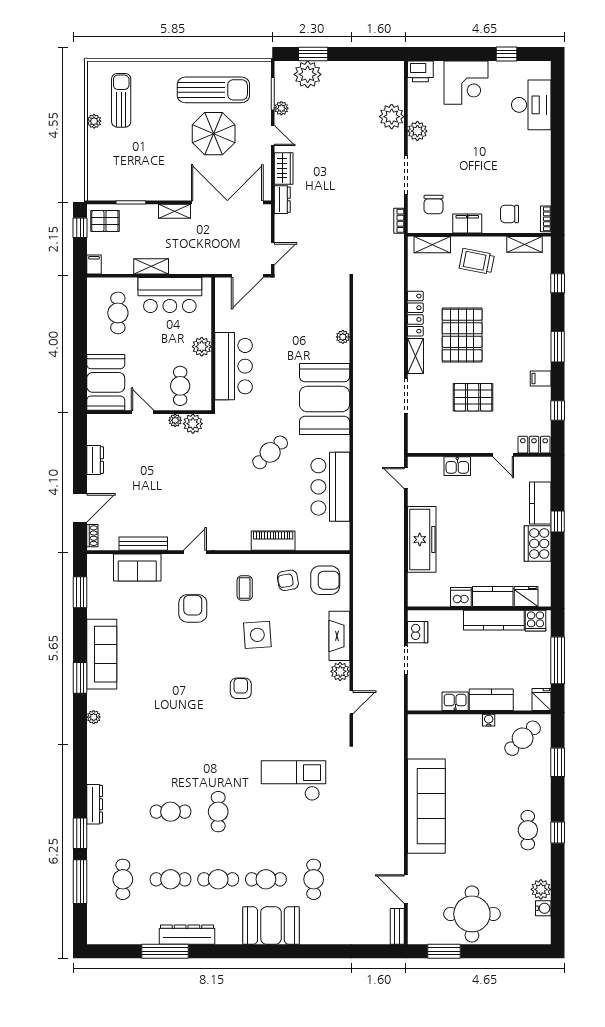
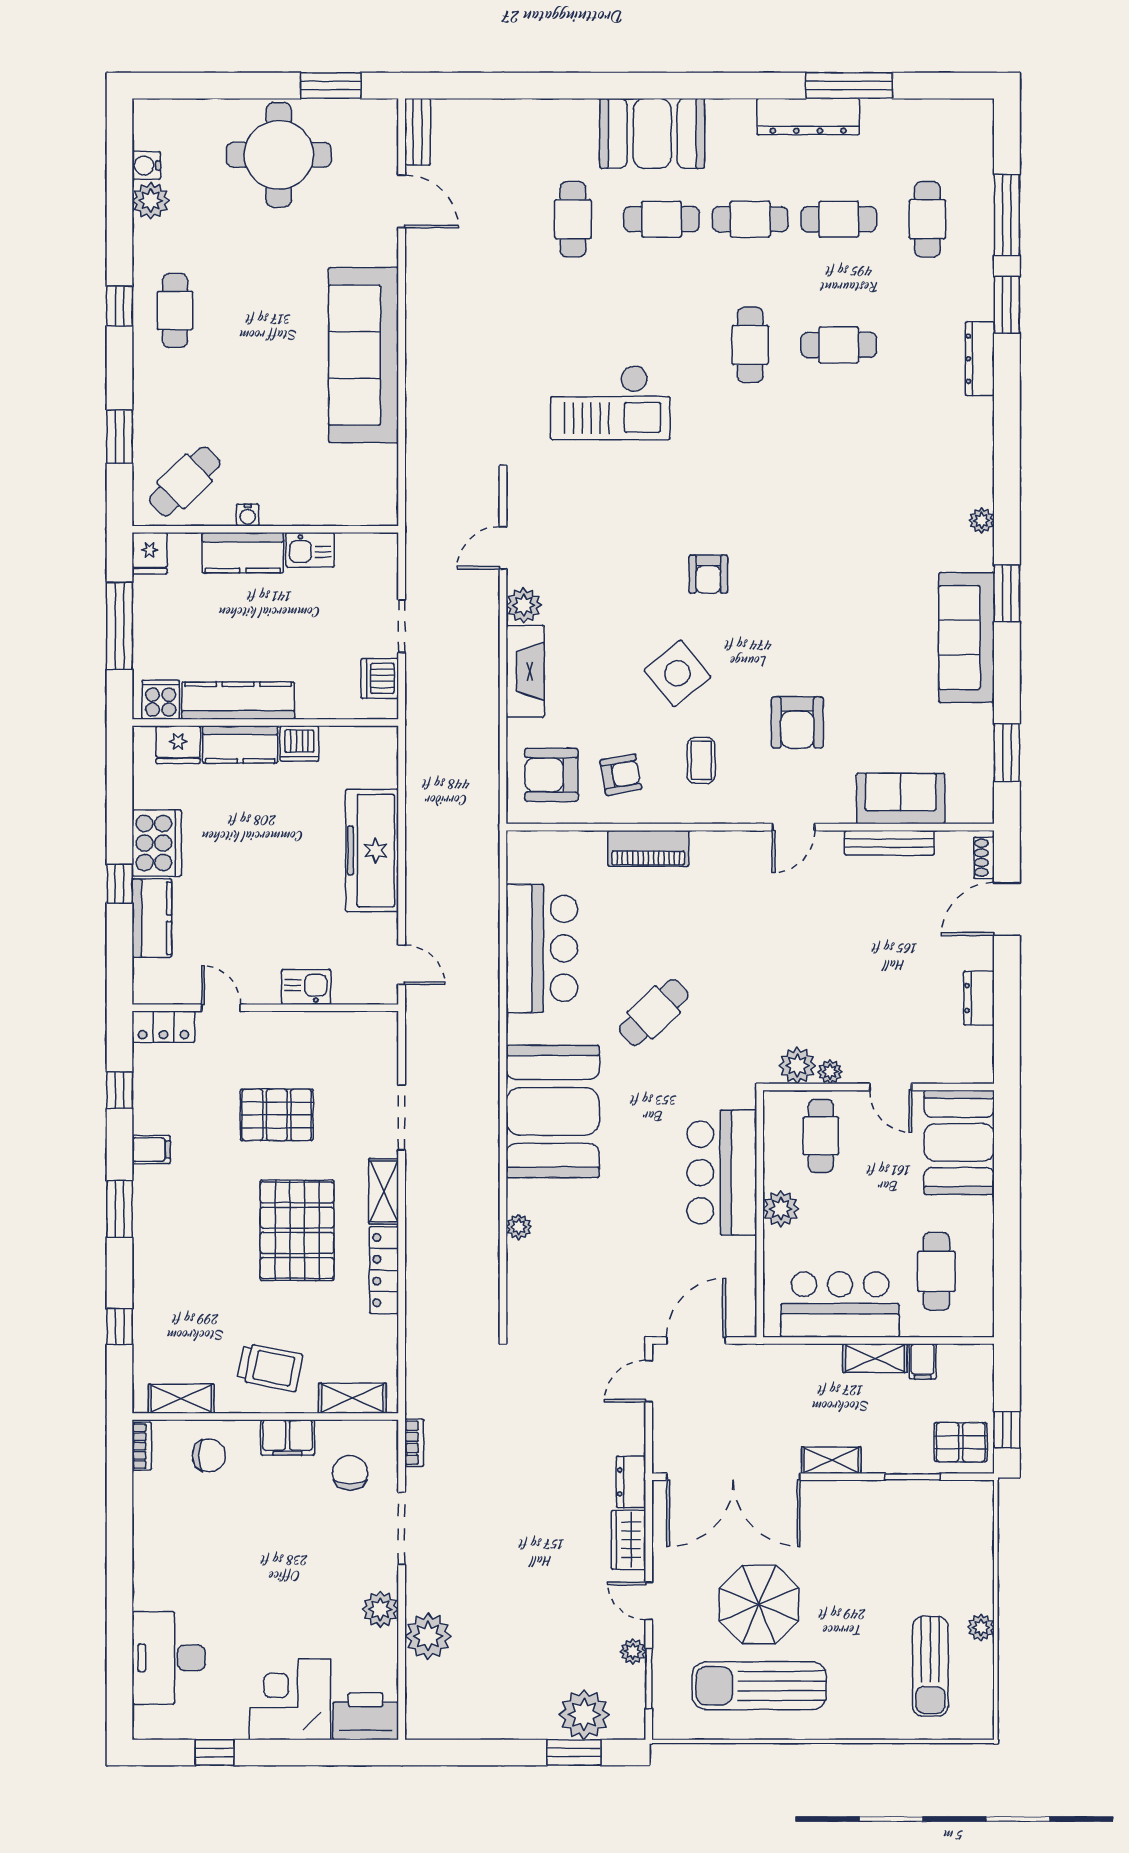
printer: (420, 71) -> (366, 1716), width x1.37, depth x1.19
filing cabinet: (94, 264) -> (923, 1361), moved
side table: (257, 635) -> (677, 673), turned -35

